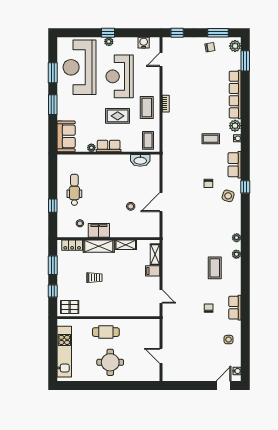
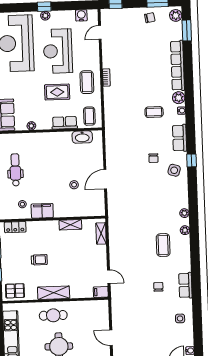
row of seats: (109, 146) -> (65, 123), moved
shelving: (99, 246) -> (54, 293), moved
filing cabinet: (153, 271) -> (101, 292), moved

